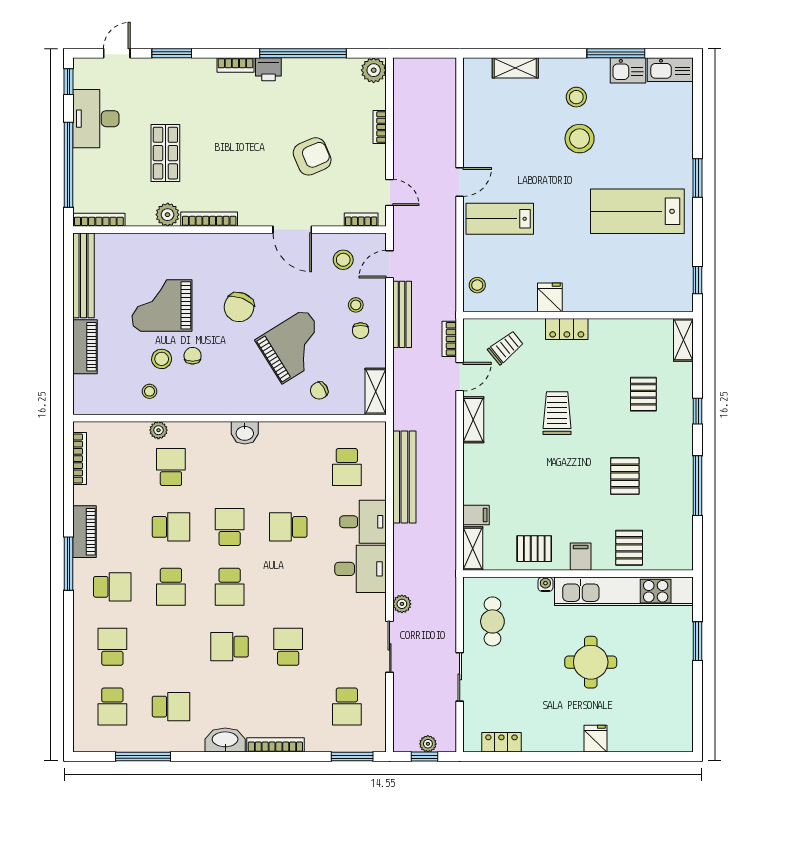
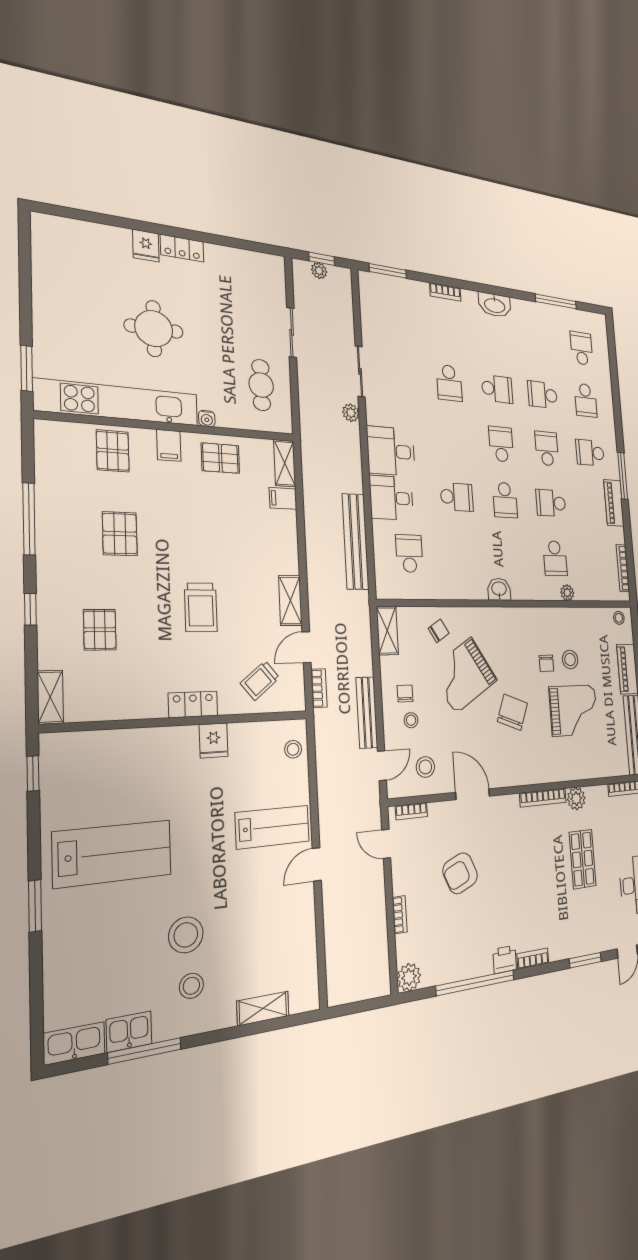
stool: (150, 391) -> (619, 618), moved
window: (697, 641) -> (27, 368), moved
school desk: (171, 707) -> (543, 395), moved
school desk: (347, 707) -> (395, 319), removed
locker: (501, 742) -> (182, 248), moved
bookcase: (275, 745) -> (445, 292), width x0.64

